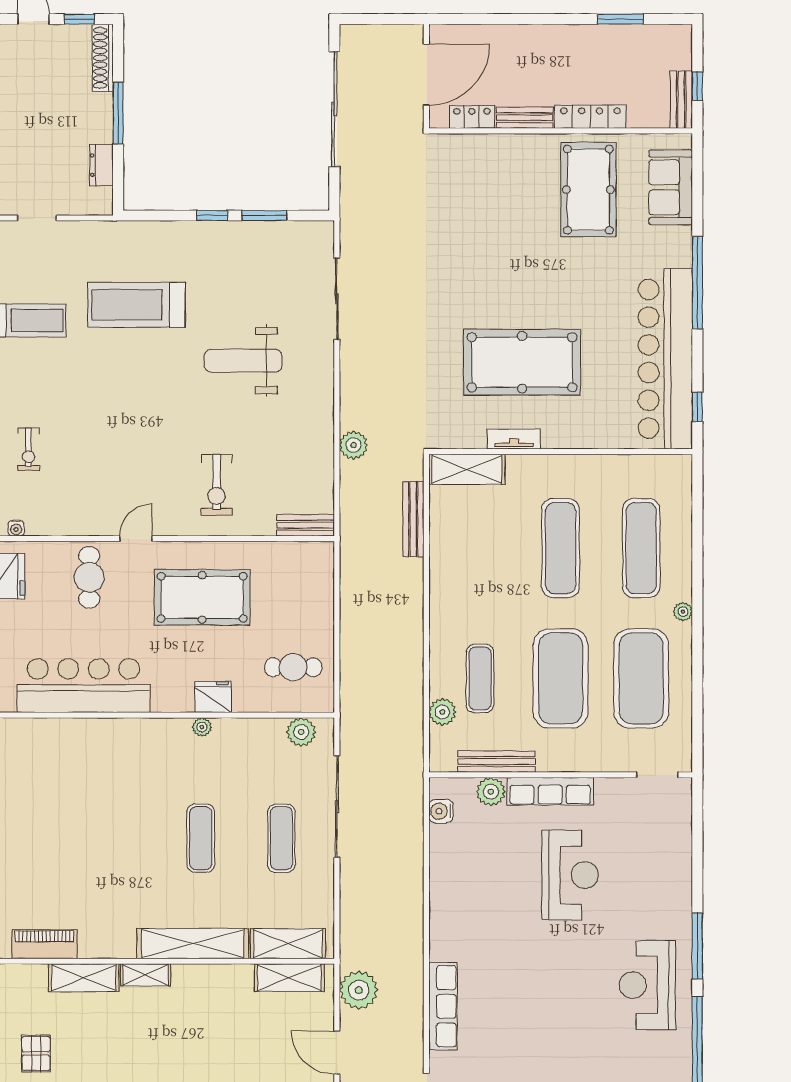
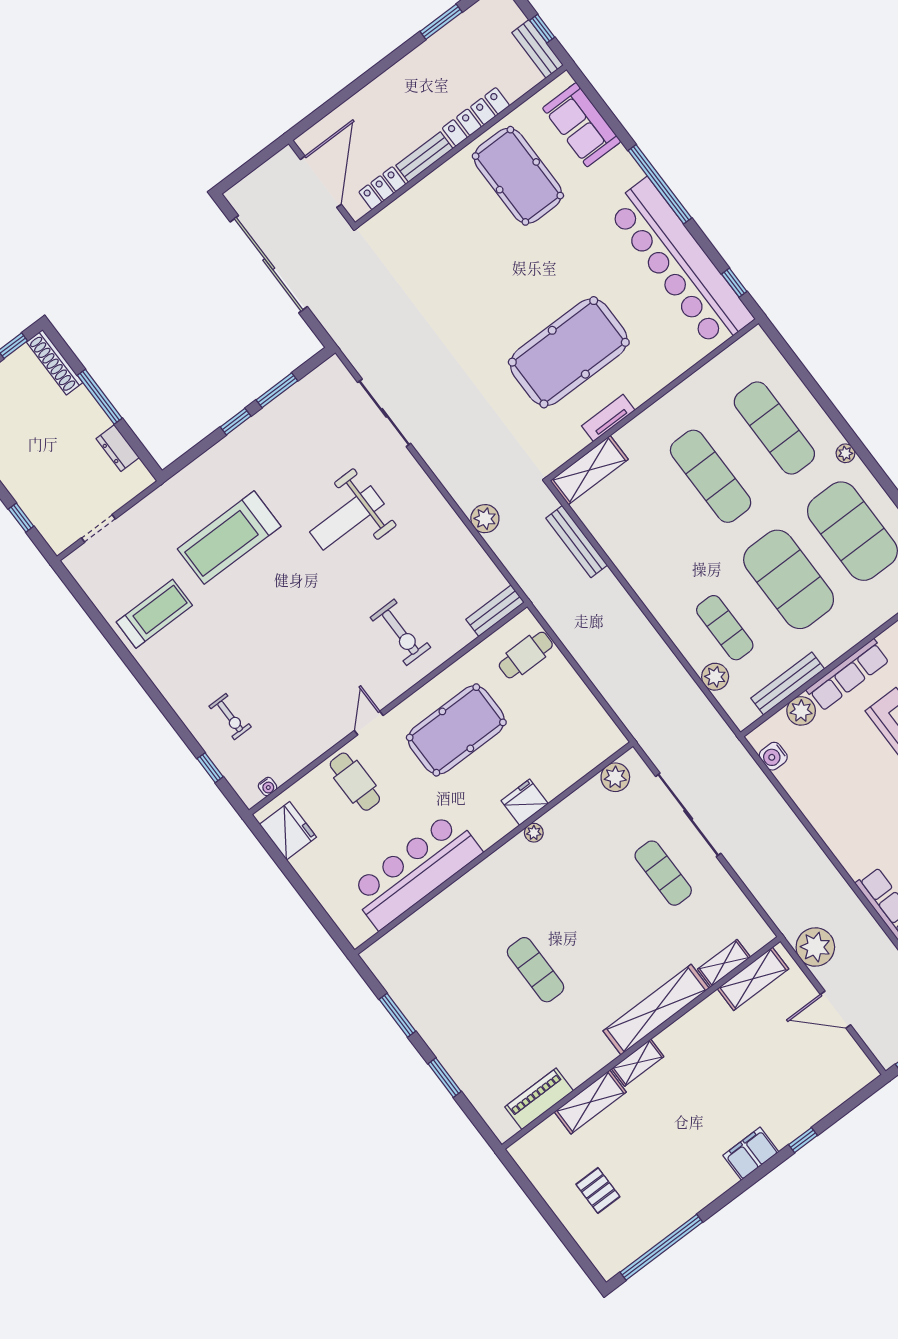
cafe table: (293, 667) -> (526, 655), moved
exercise mat: (201, 838) -> (535, 970), moved
shelving: (288, 944) -> (724, 963), width x0.67, depth x0.75

